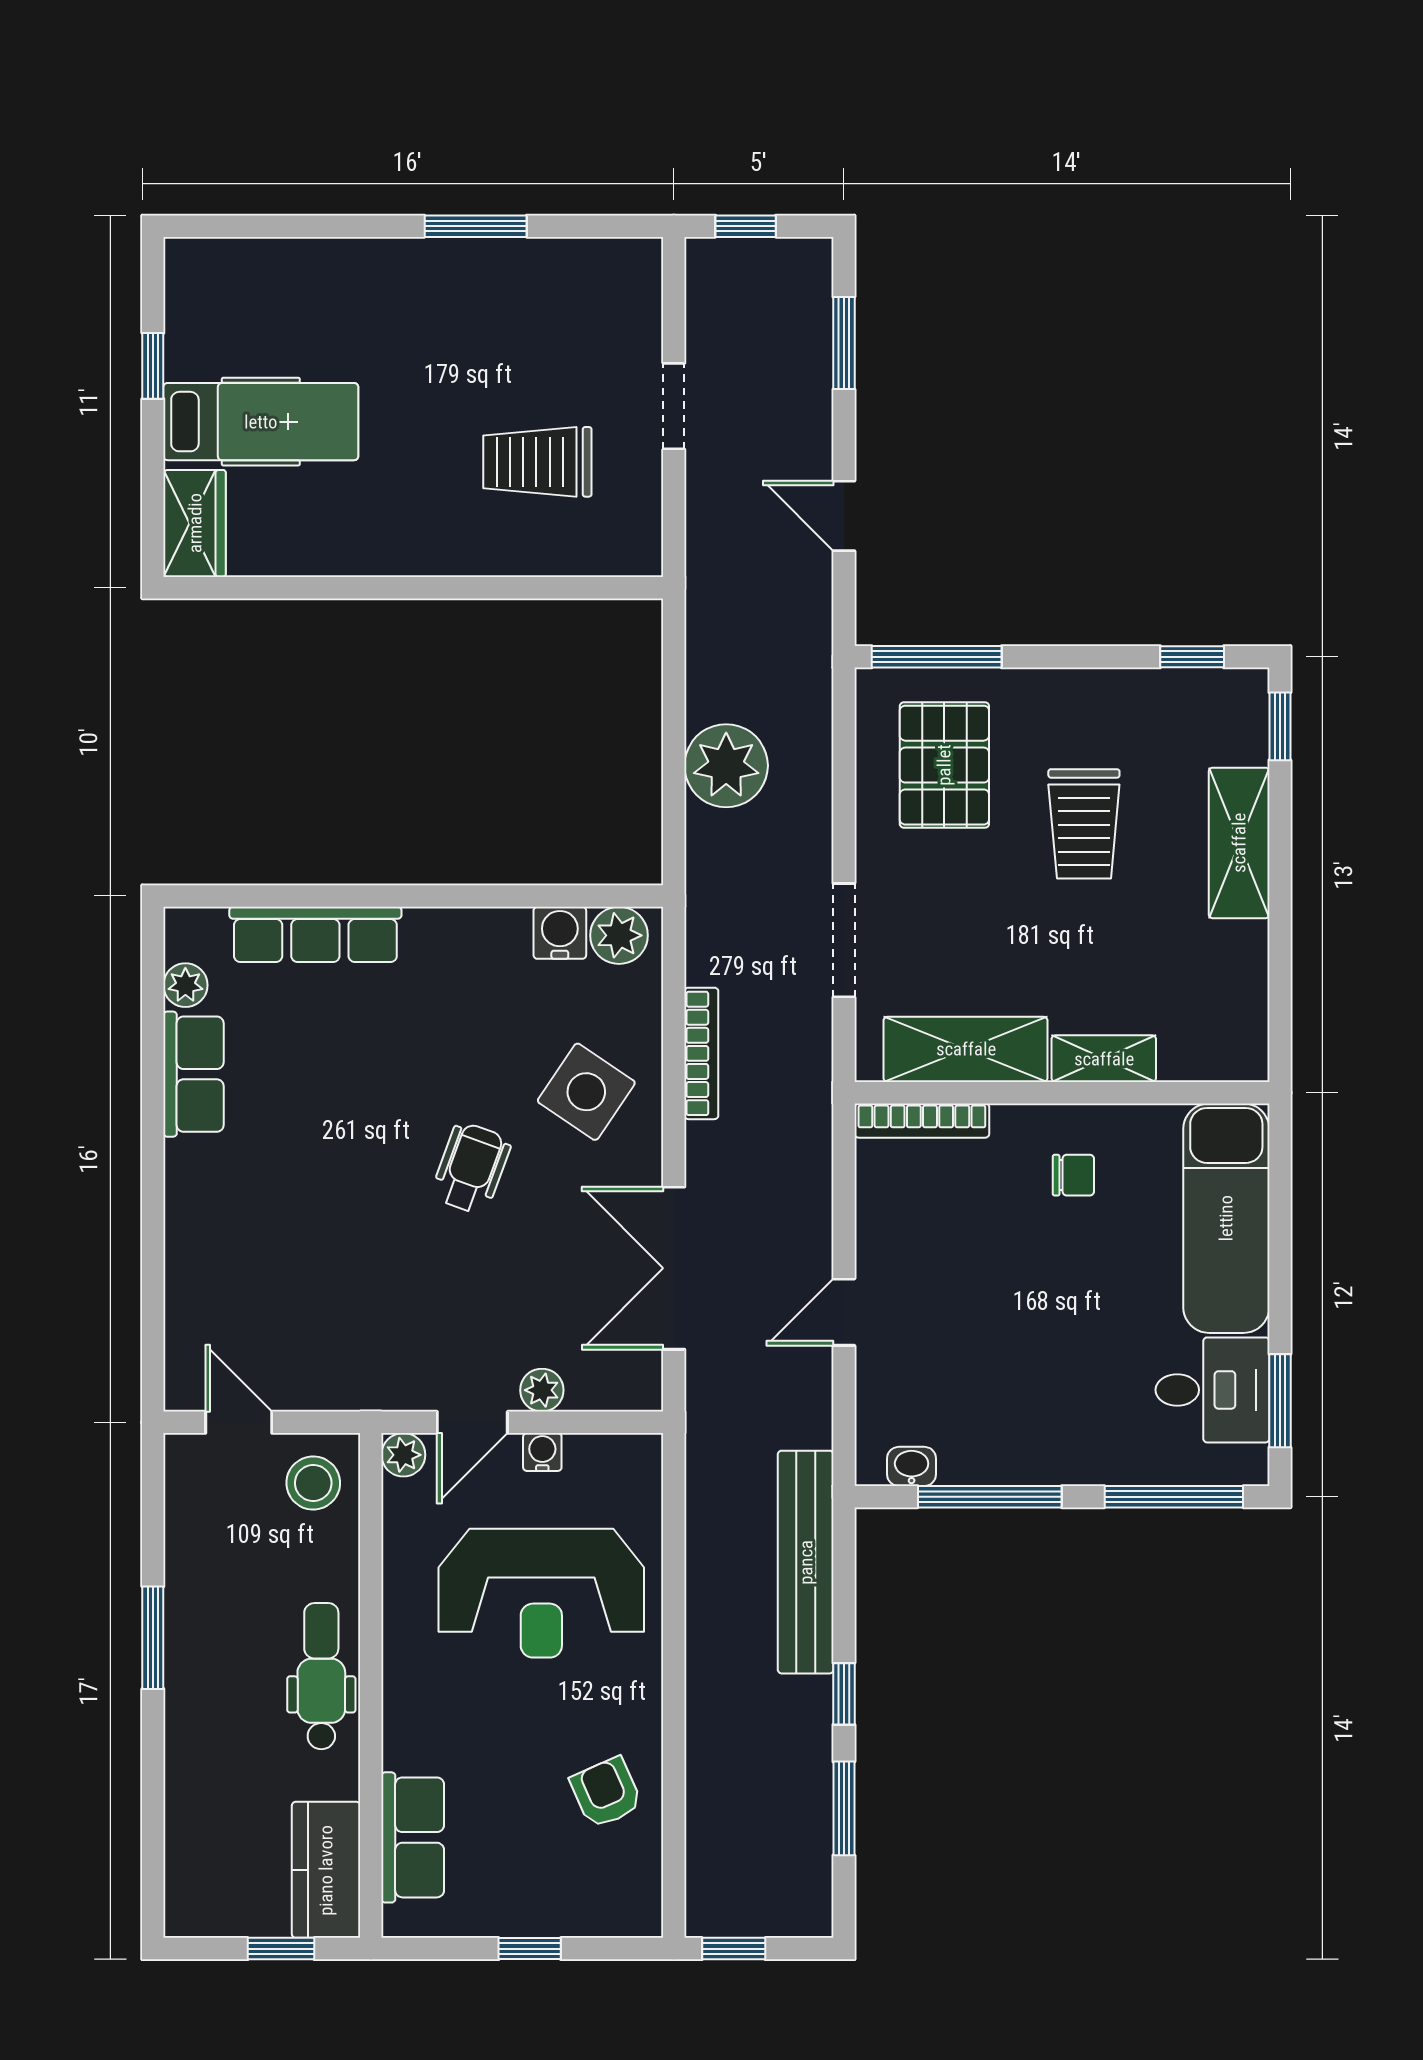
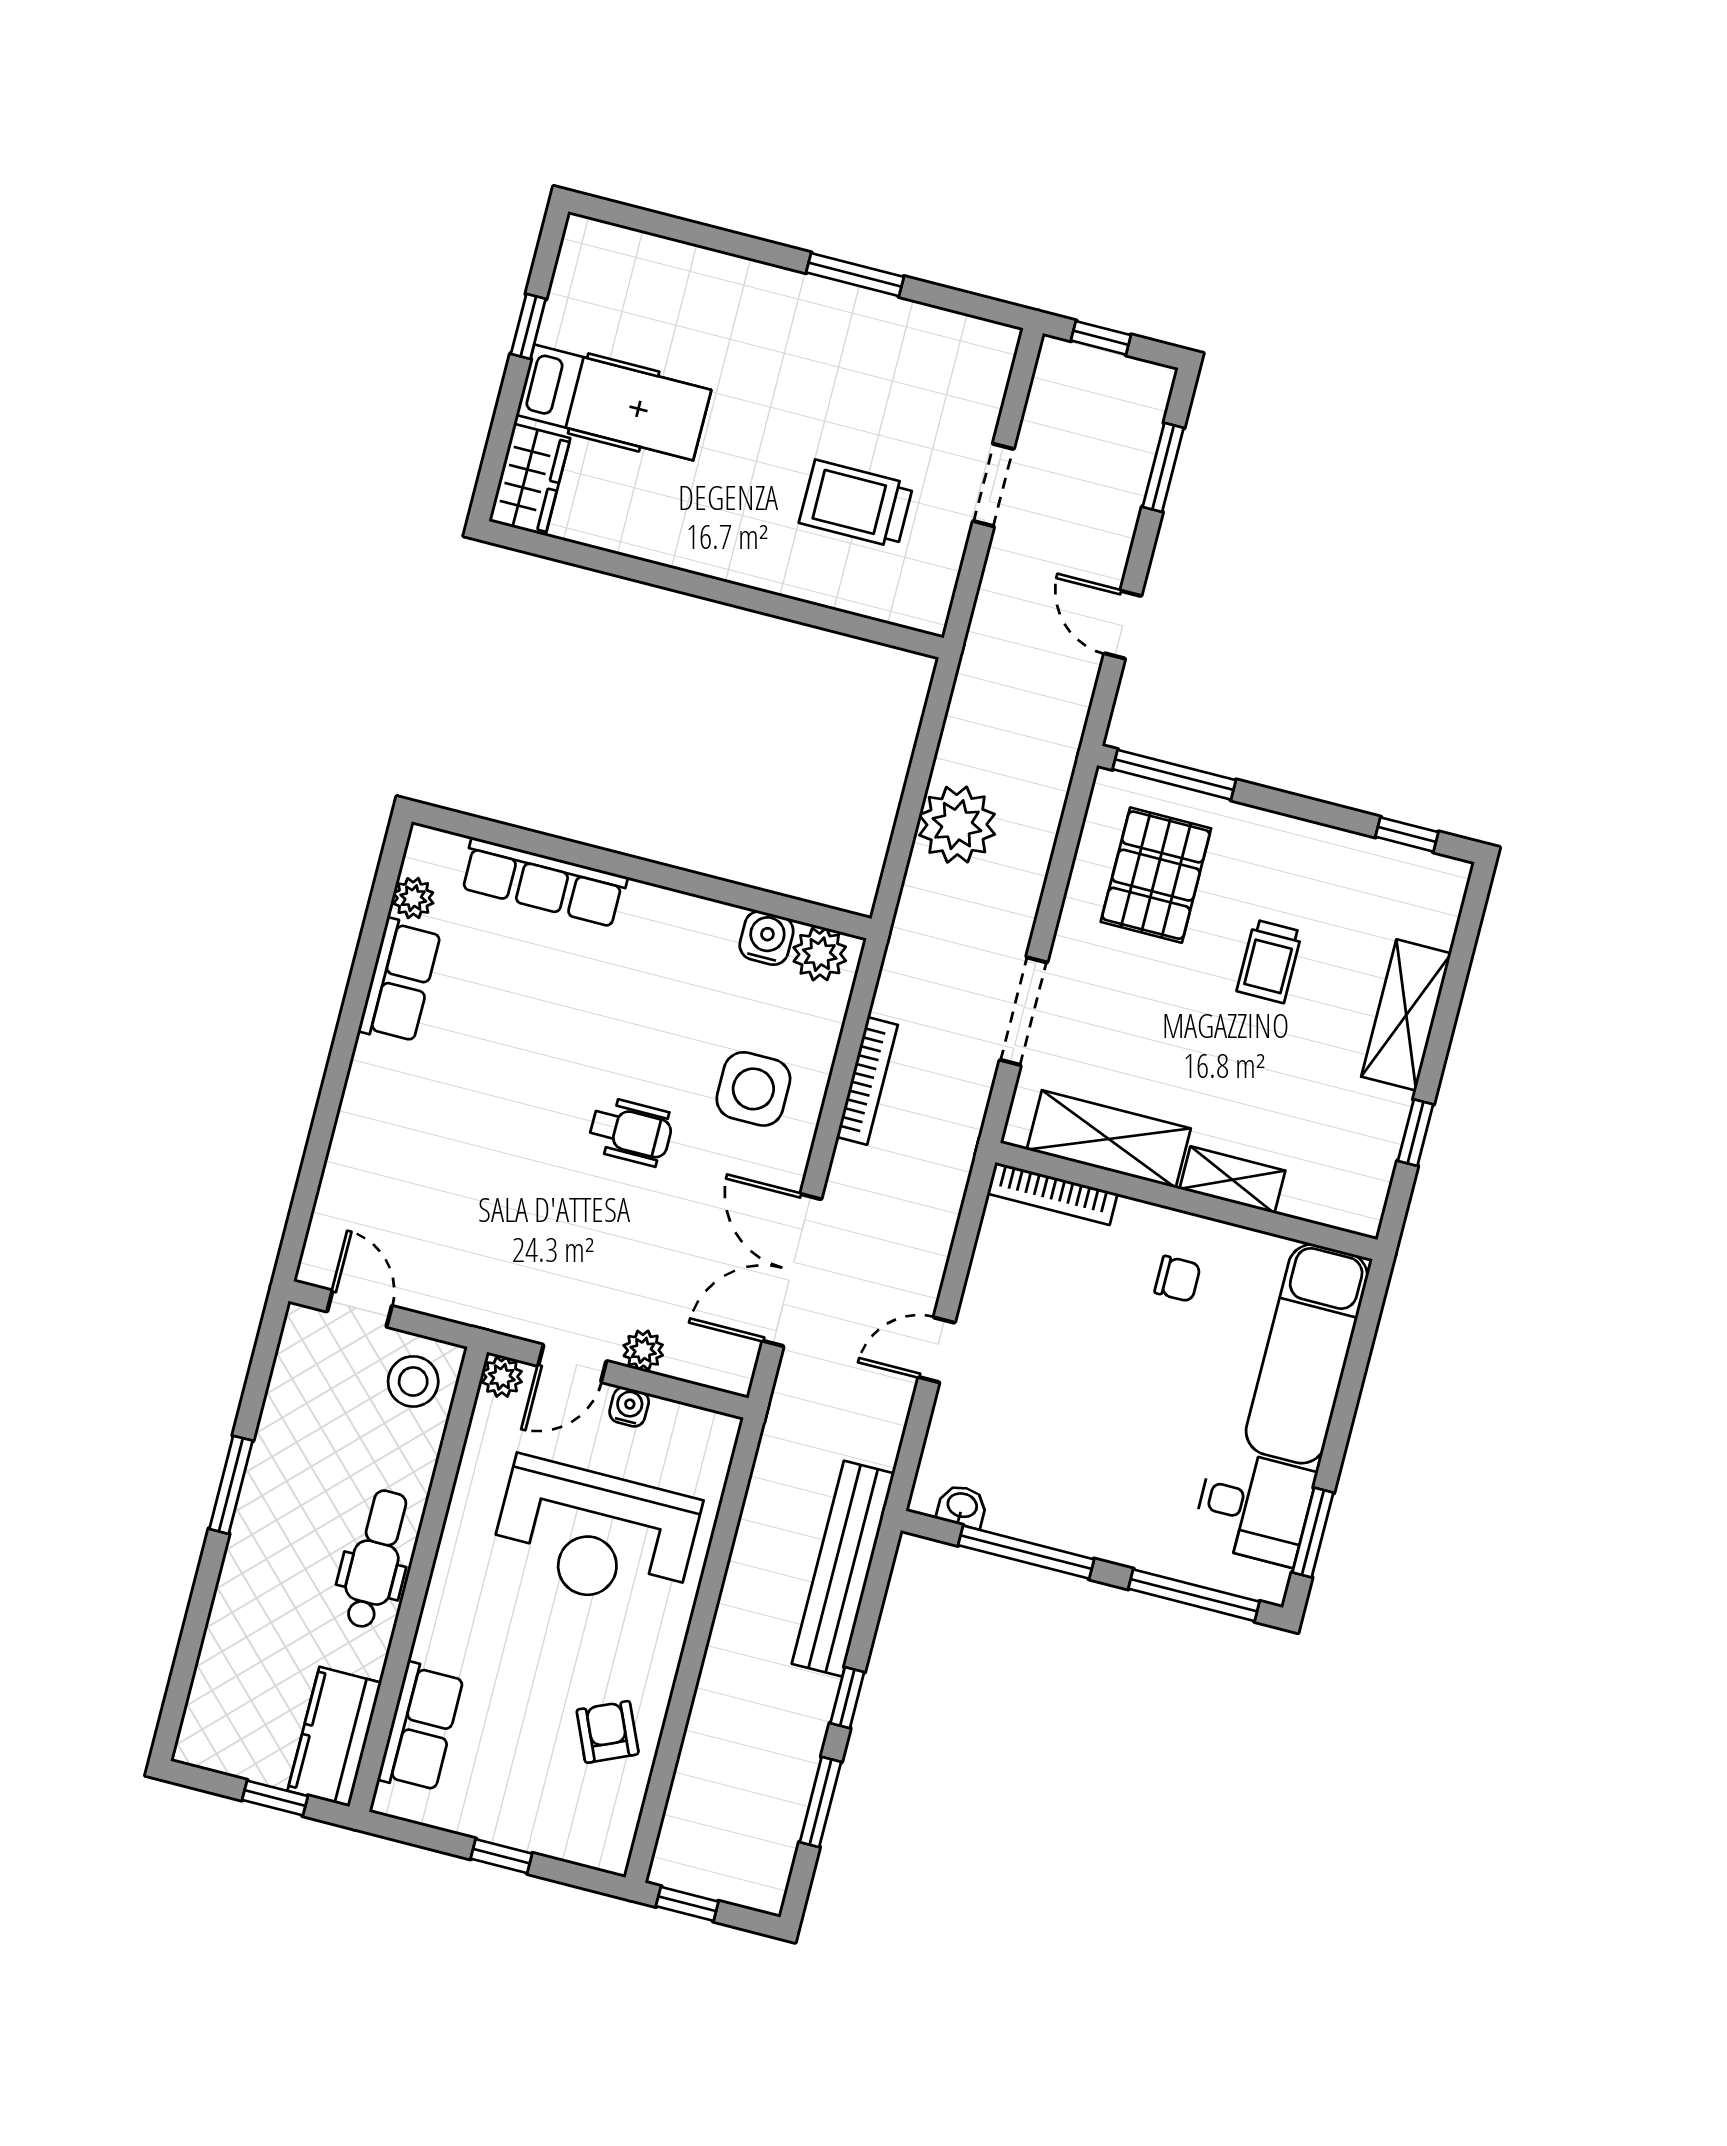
window: (1280, 726) -> (1416, 1133), moved
trolley: (1084, 824) -> (1269, 961), width x0.73, depth x0.72
side table: (586, 1092) -> (753, 1089), turned -34
wheelchair: (471, 1168) -> (631, 1131), turned 70

